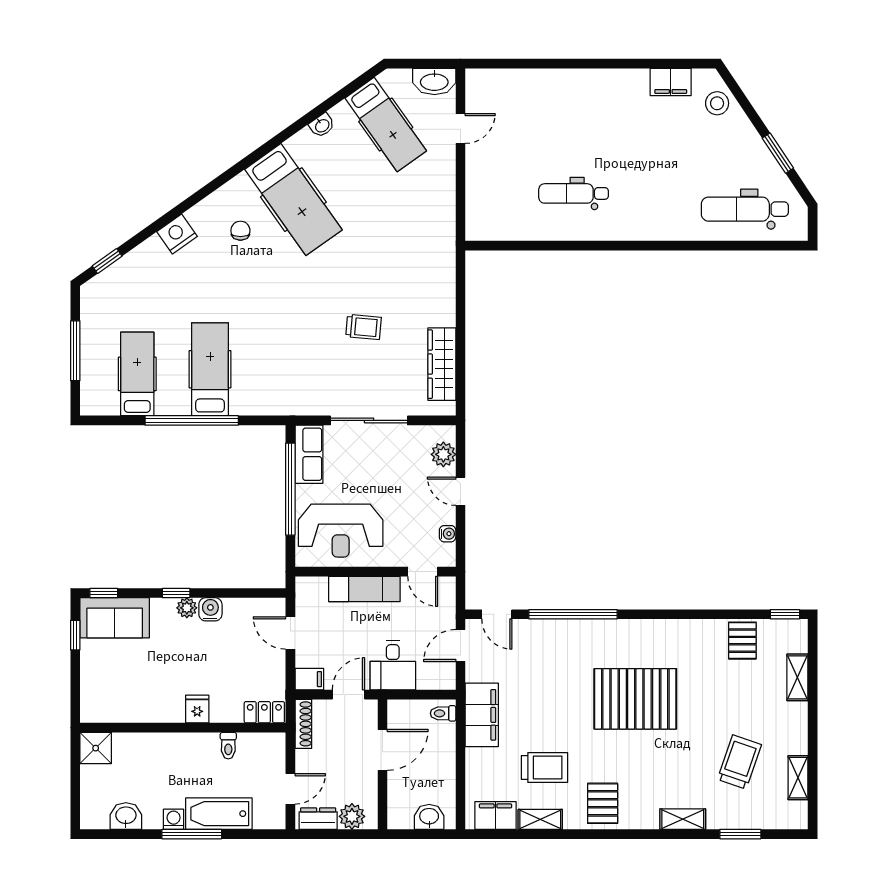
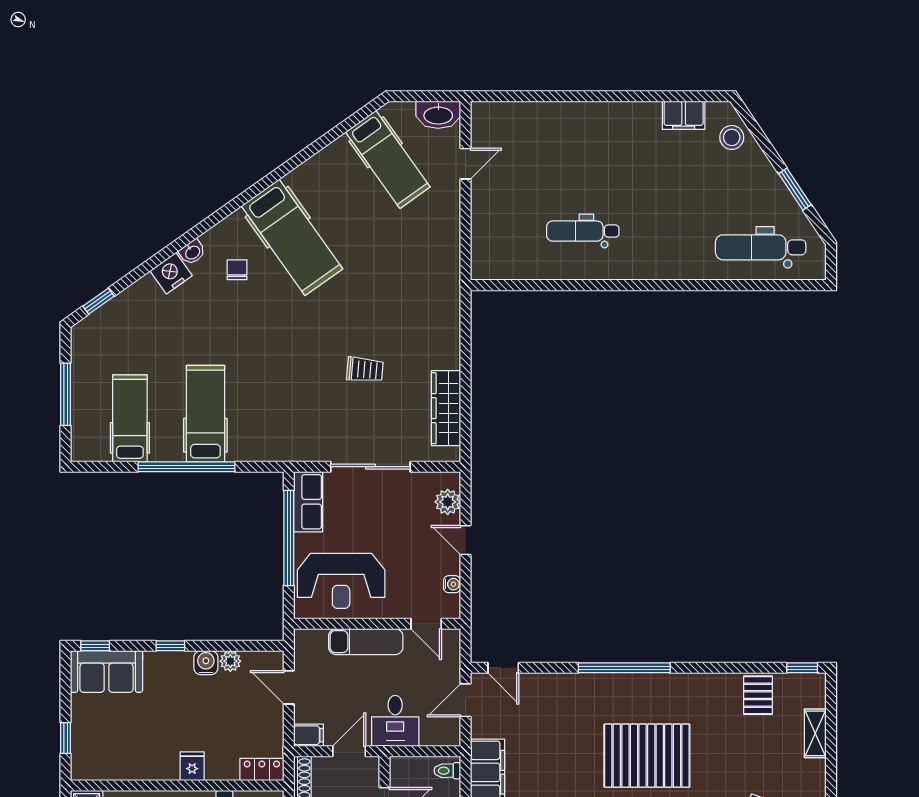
washbasin: (322, 125) -> (192, 252), moved
plant: (187, 608) -> (230, 661), moved
window: (573, 614) -> (624, 668), moved
window: (75, 635) -> (66, 738), moved

